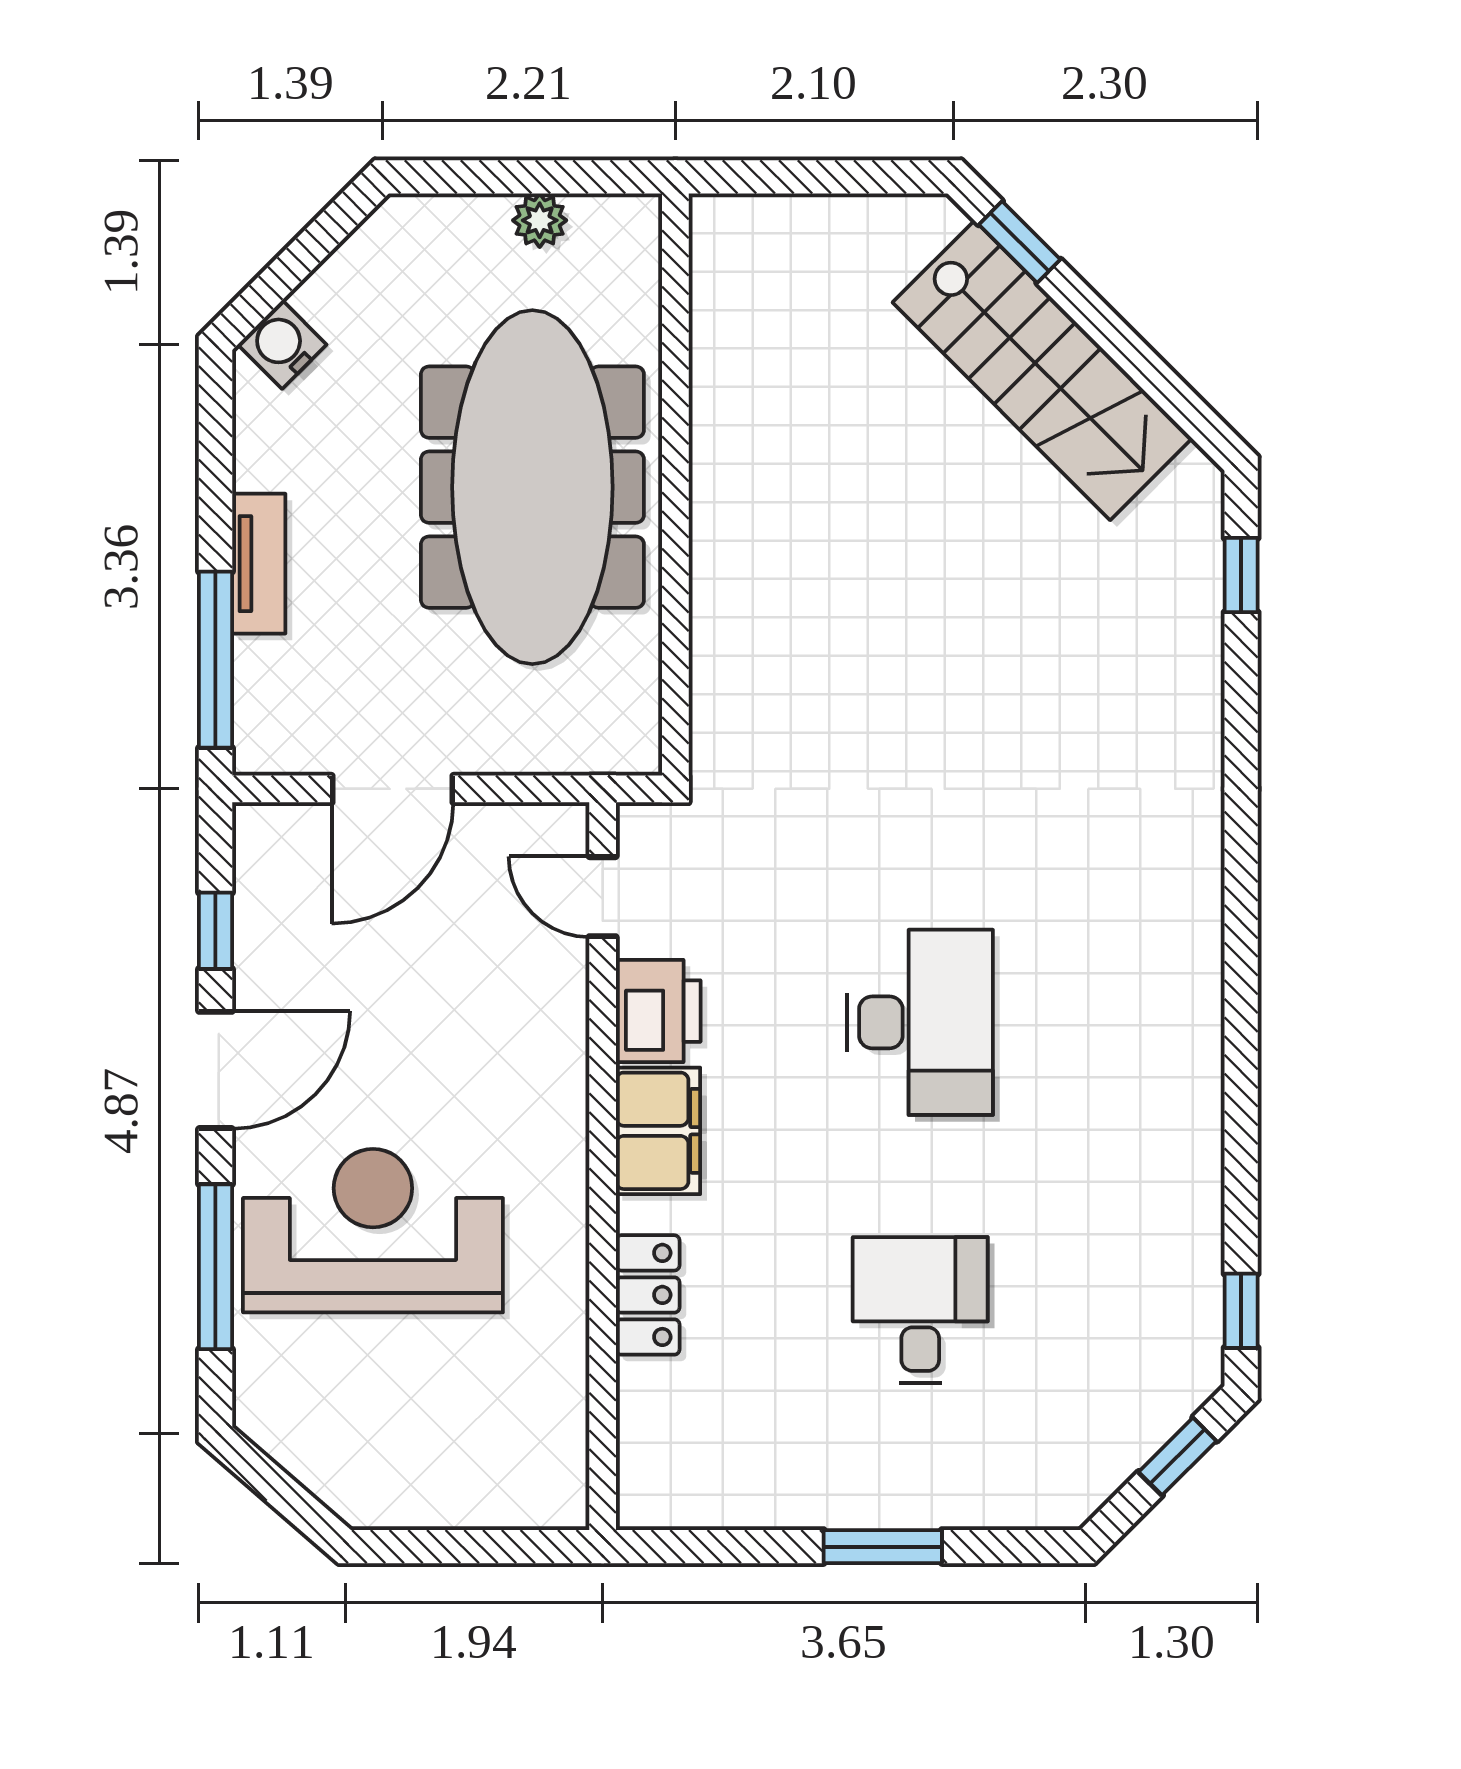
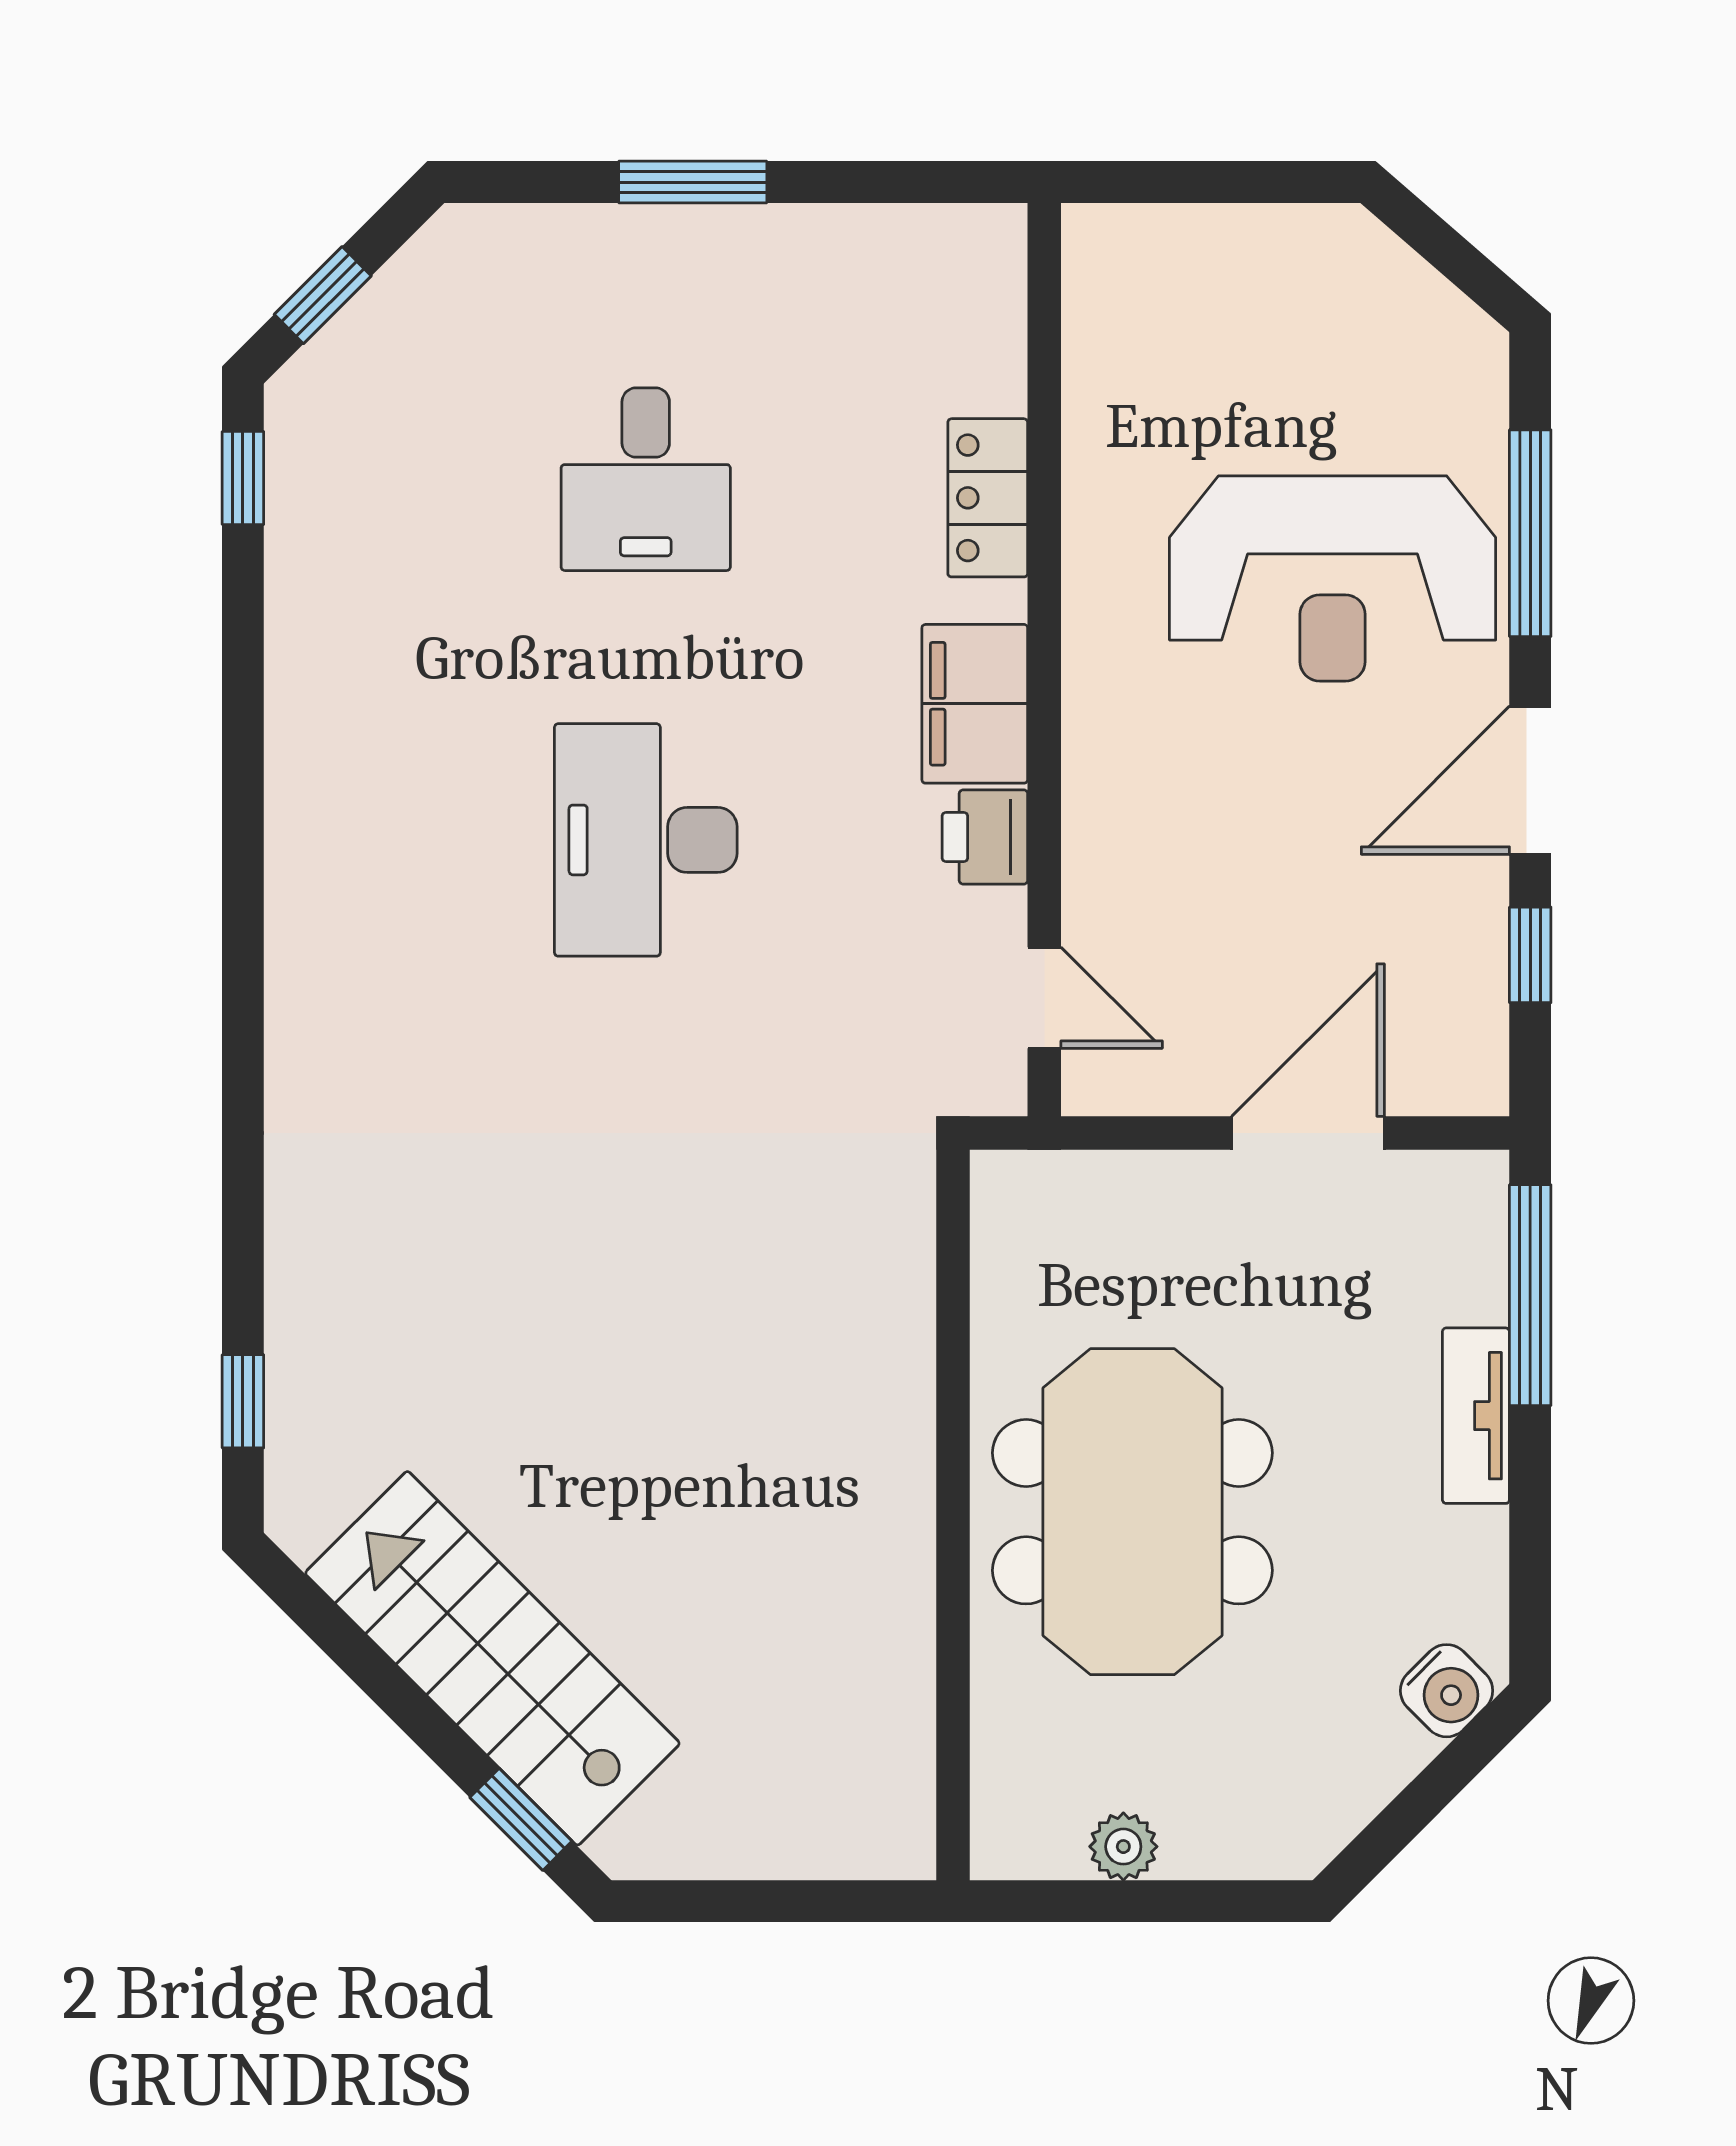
meeting table: (532, 487) -> (1132, 1512), width x0.73
printer: (658, 1011) -> (985, 837), width x0.73, depth x0.81

